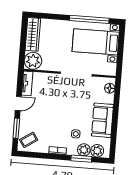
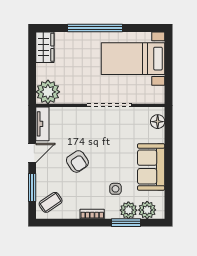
window: (89, 19) -> (95, 28), moved
wardrobe: (33, 34) -> (45, 47), width x0.67
armchair: (50, 112) -> (77, 161), added

